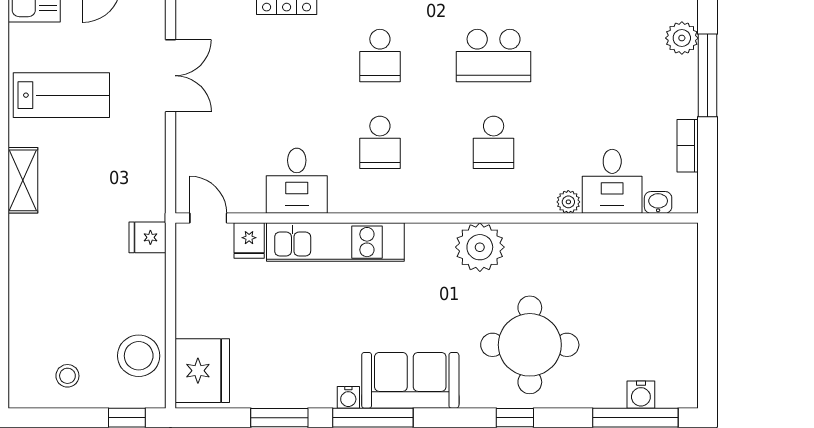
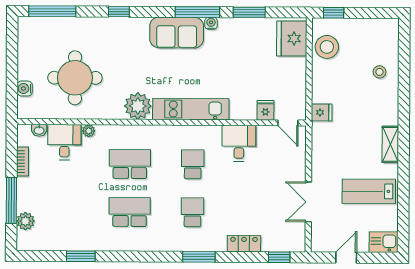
school desk: (494, 142) -> (130, 164), width x1.85
kitchen unit: (335, 242) -> (191, 109), moved
round table: (530, 345) -> (75, 78), moved
stool: (67, 376) -> (379, 72), moved
water cooler: (641, 395) -> (25, 89), moved, turned -90

